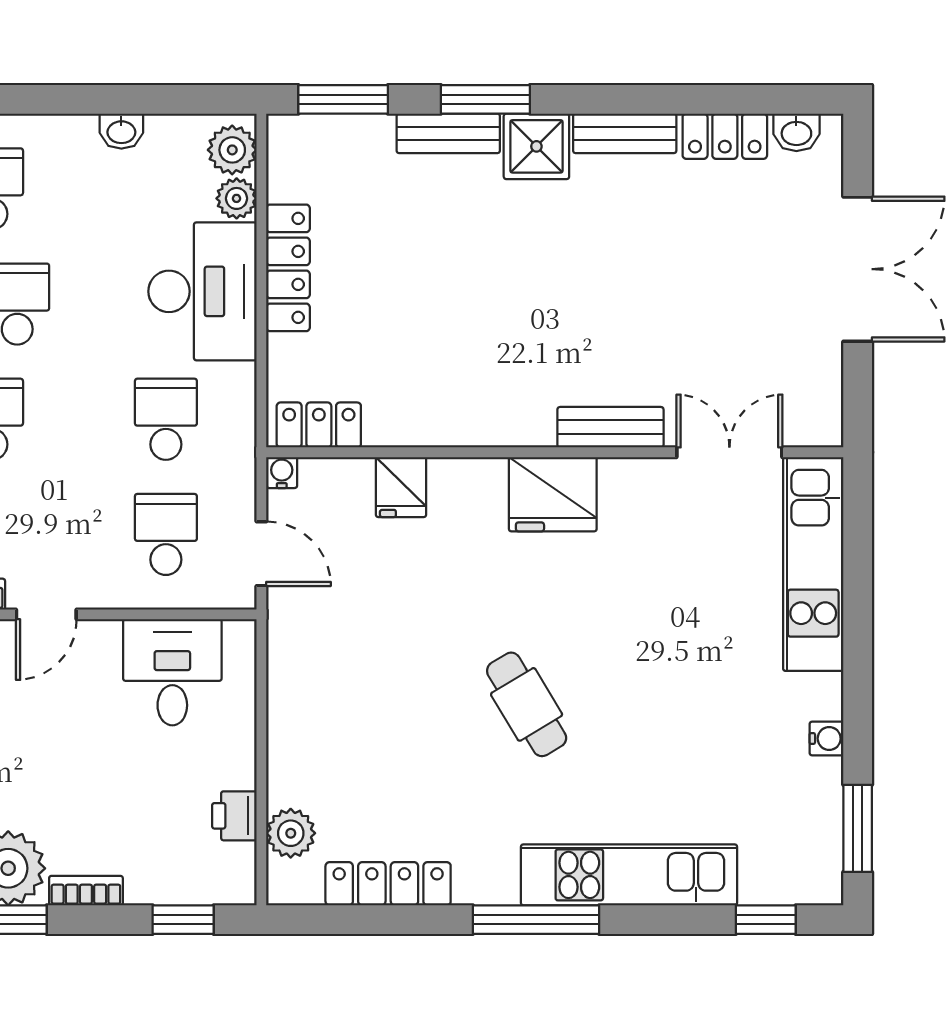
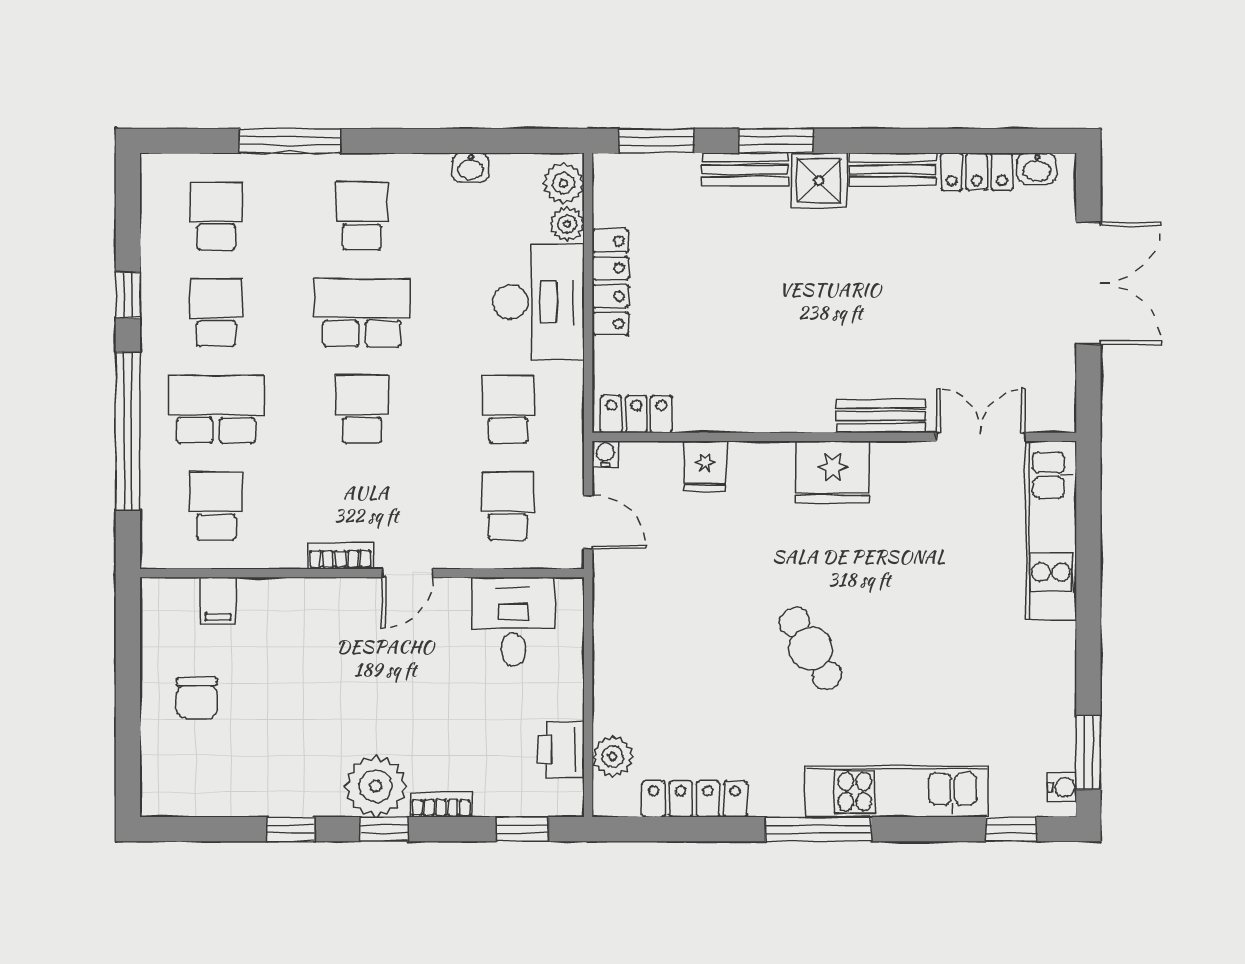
water cooler: (826, 738) -> (1062, 787), moved
printer: (234, 816) -> (561, 750), width x1.36, depth x1.24

